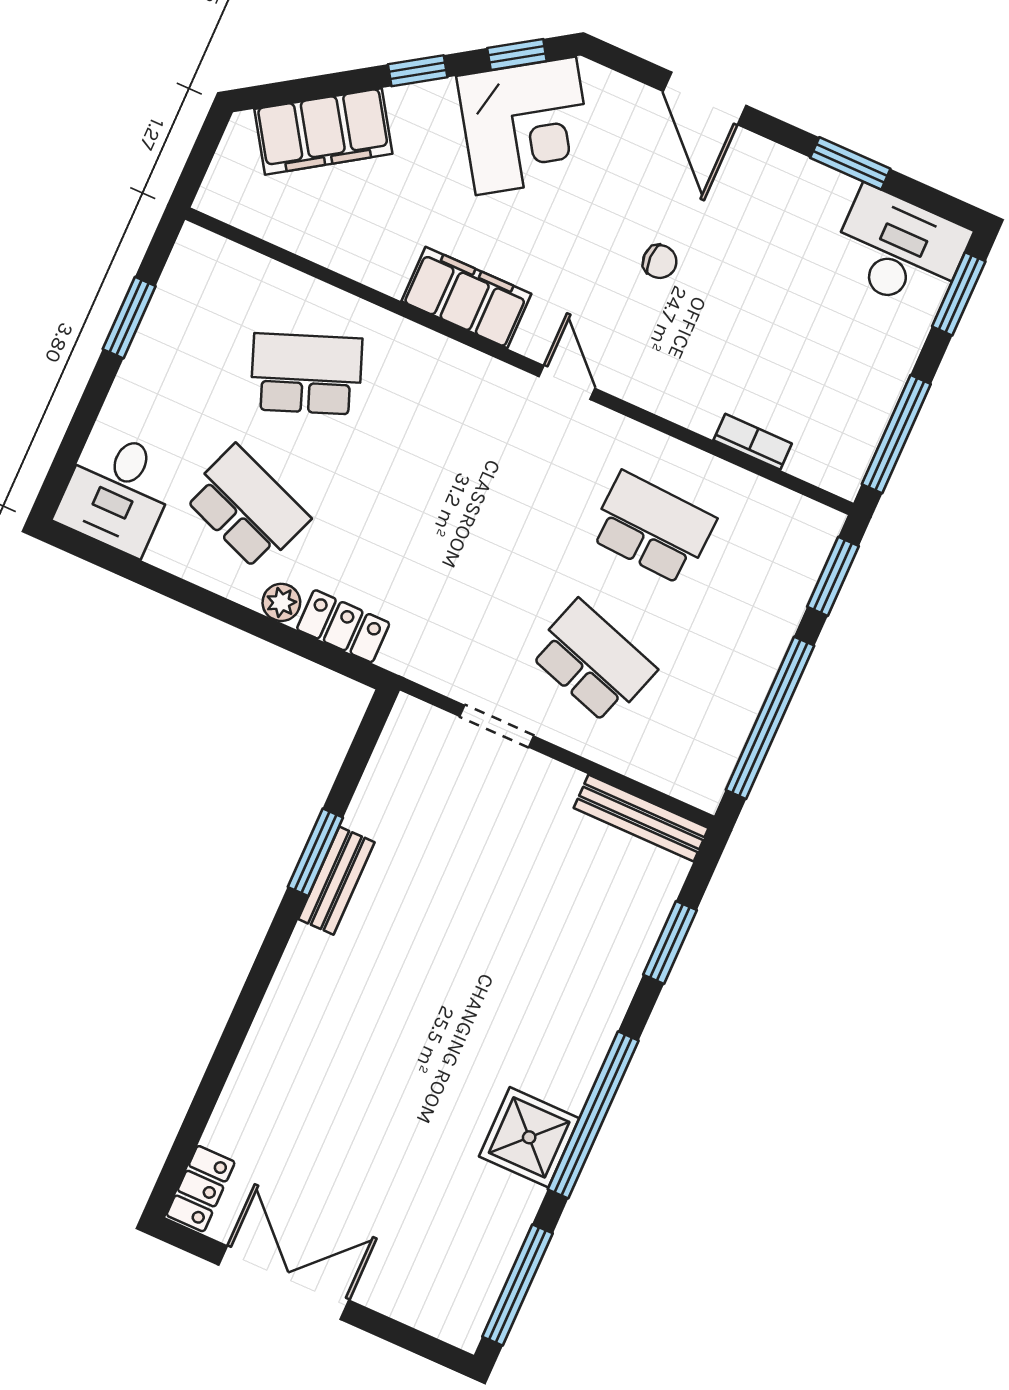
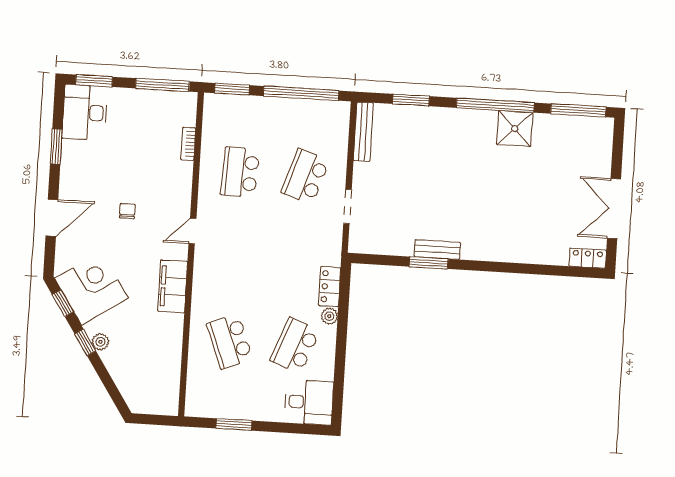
plant: (407, 103) -> (100, 342), added
filing cabinet: (323, 131) -> (125, 372), removed

